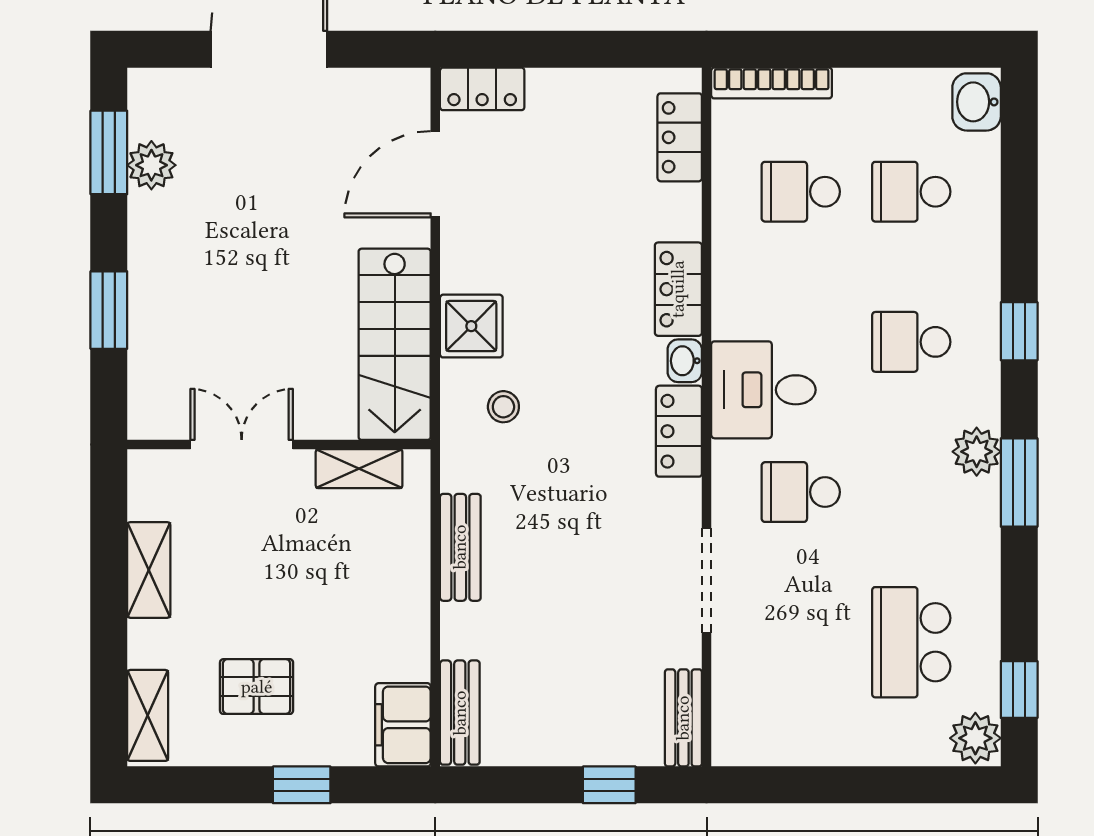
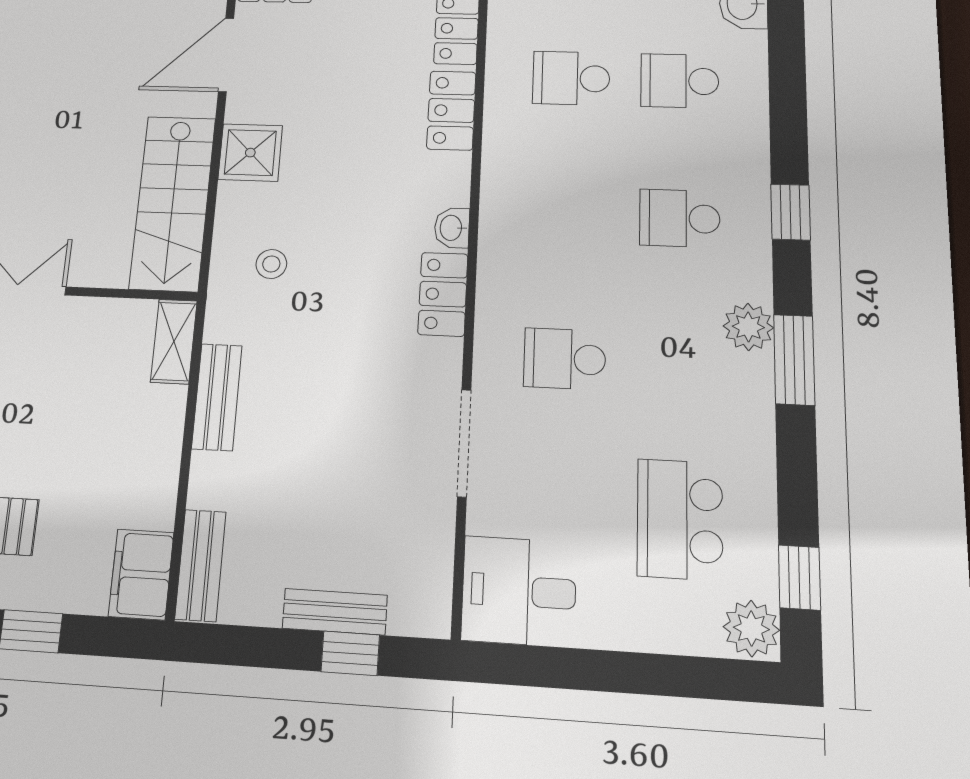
locker: (678, 289) -> (451, 110), moved
shower: (471, 326) -> (250, 153), moved
desk: (763, 390) -> (519, 591), moved
shelving: (359, 469) -> (174, 341), moved, turned 90
bench: (683, 718) -> (335, 612), moved, turned 90

